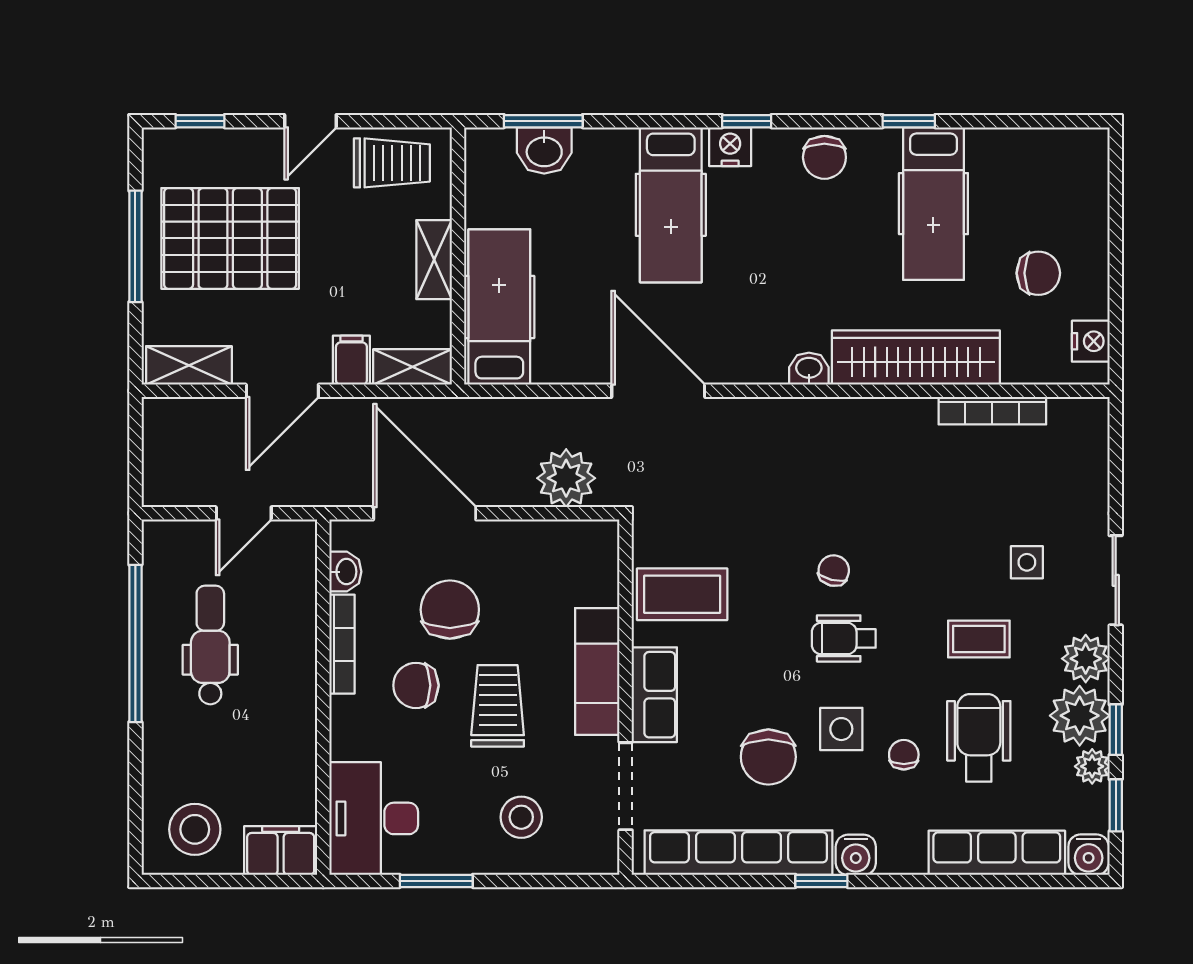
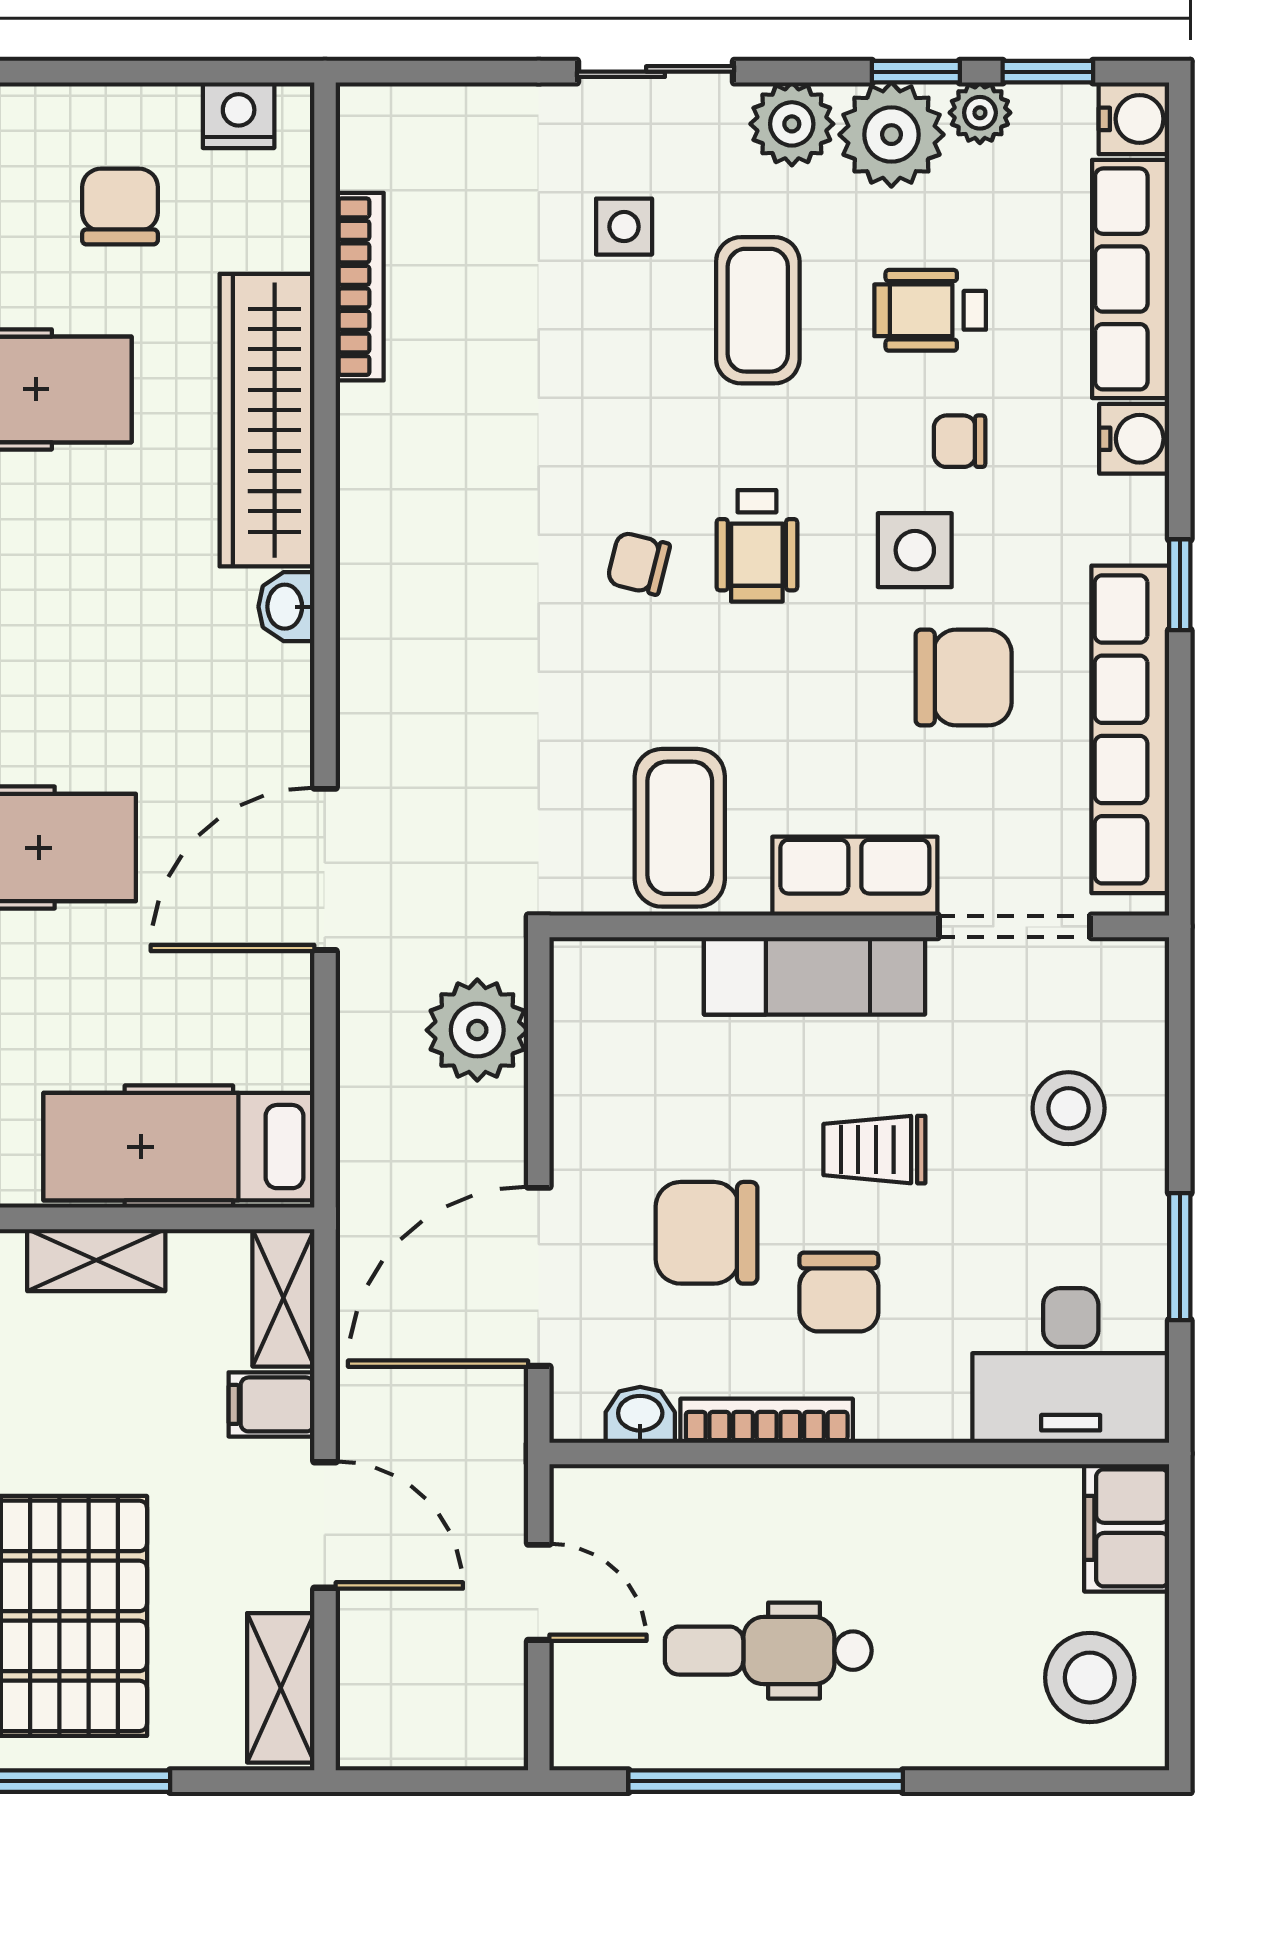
coffee table: (979, 639) -> (758, 310), width x1.36, depth x1.30
trolley: (498, 706) -> (874, 1150), width x0.73, depth x0.72
wheelchair: (979, 738) -> (930, 310), width x0.73, depth x0.73
water cooler: (856, 855) -> (1134, 439), moved

